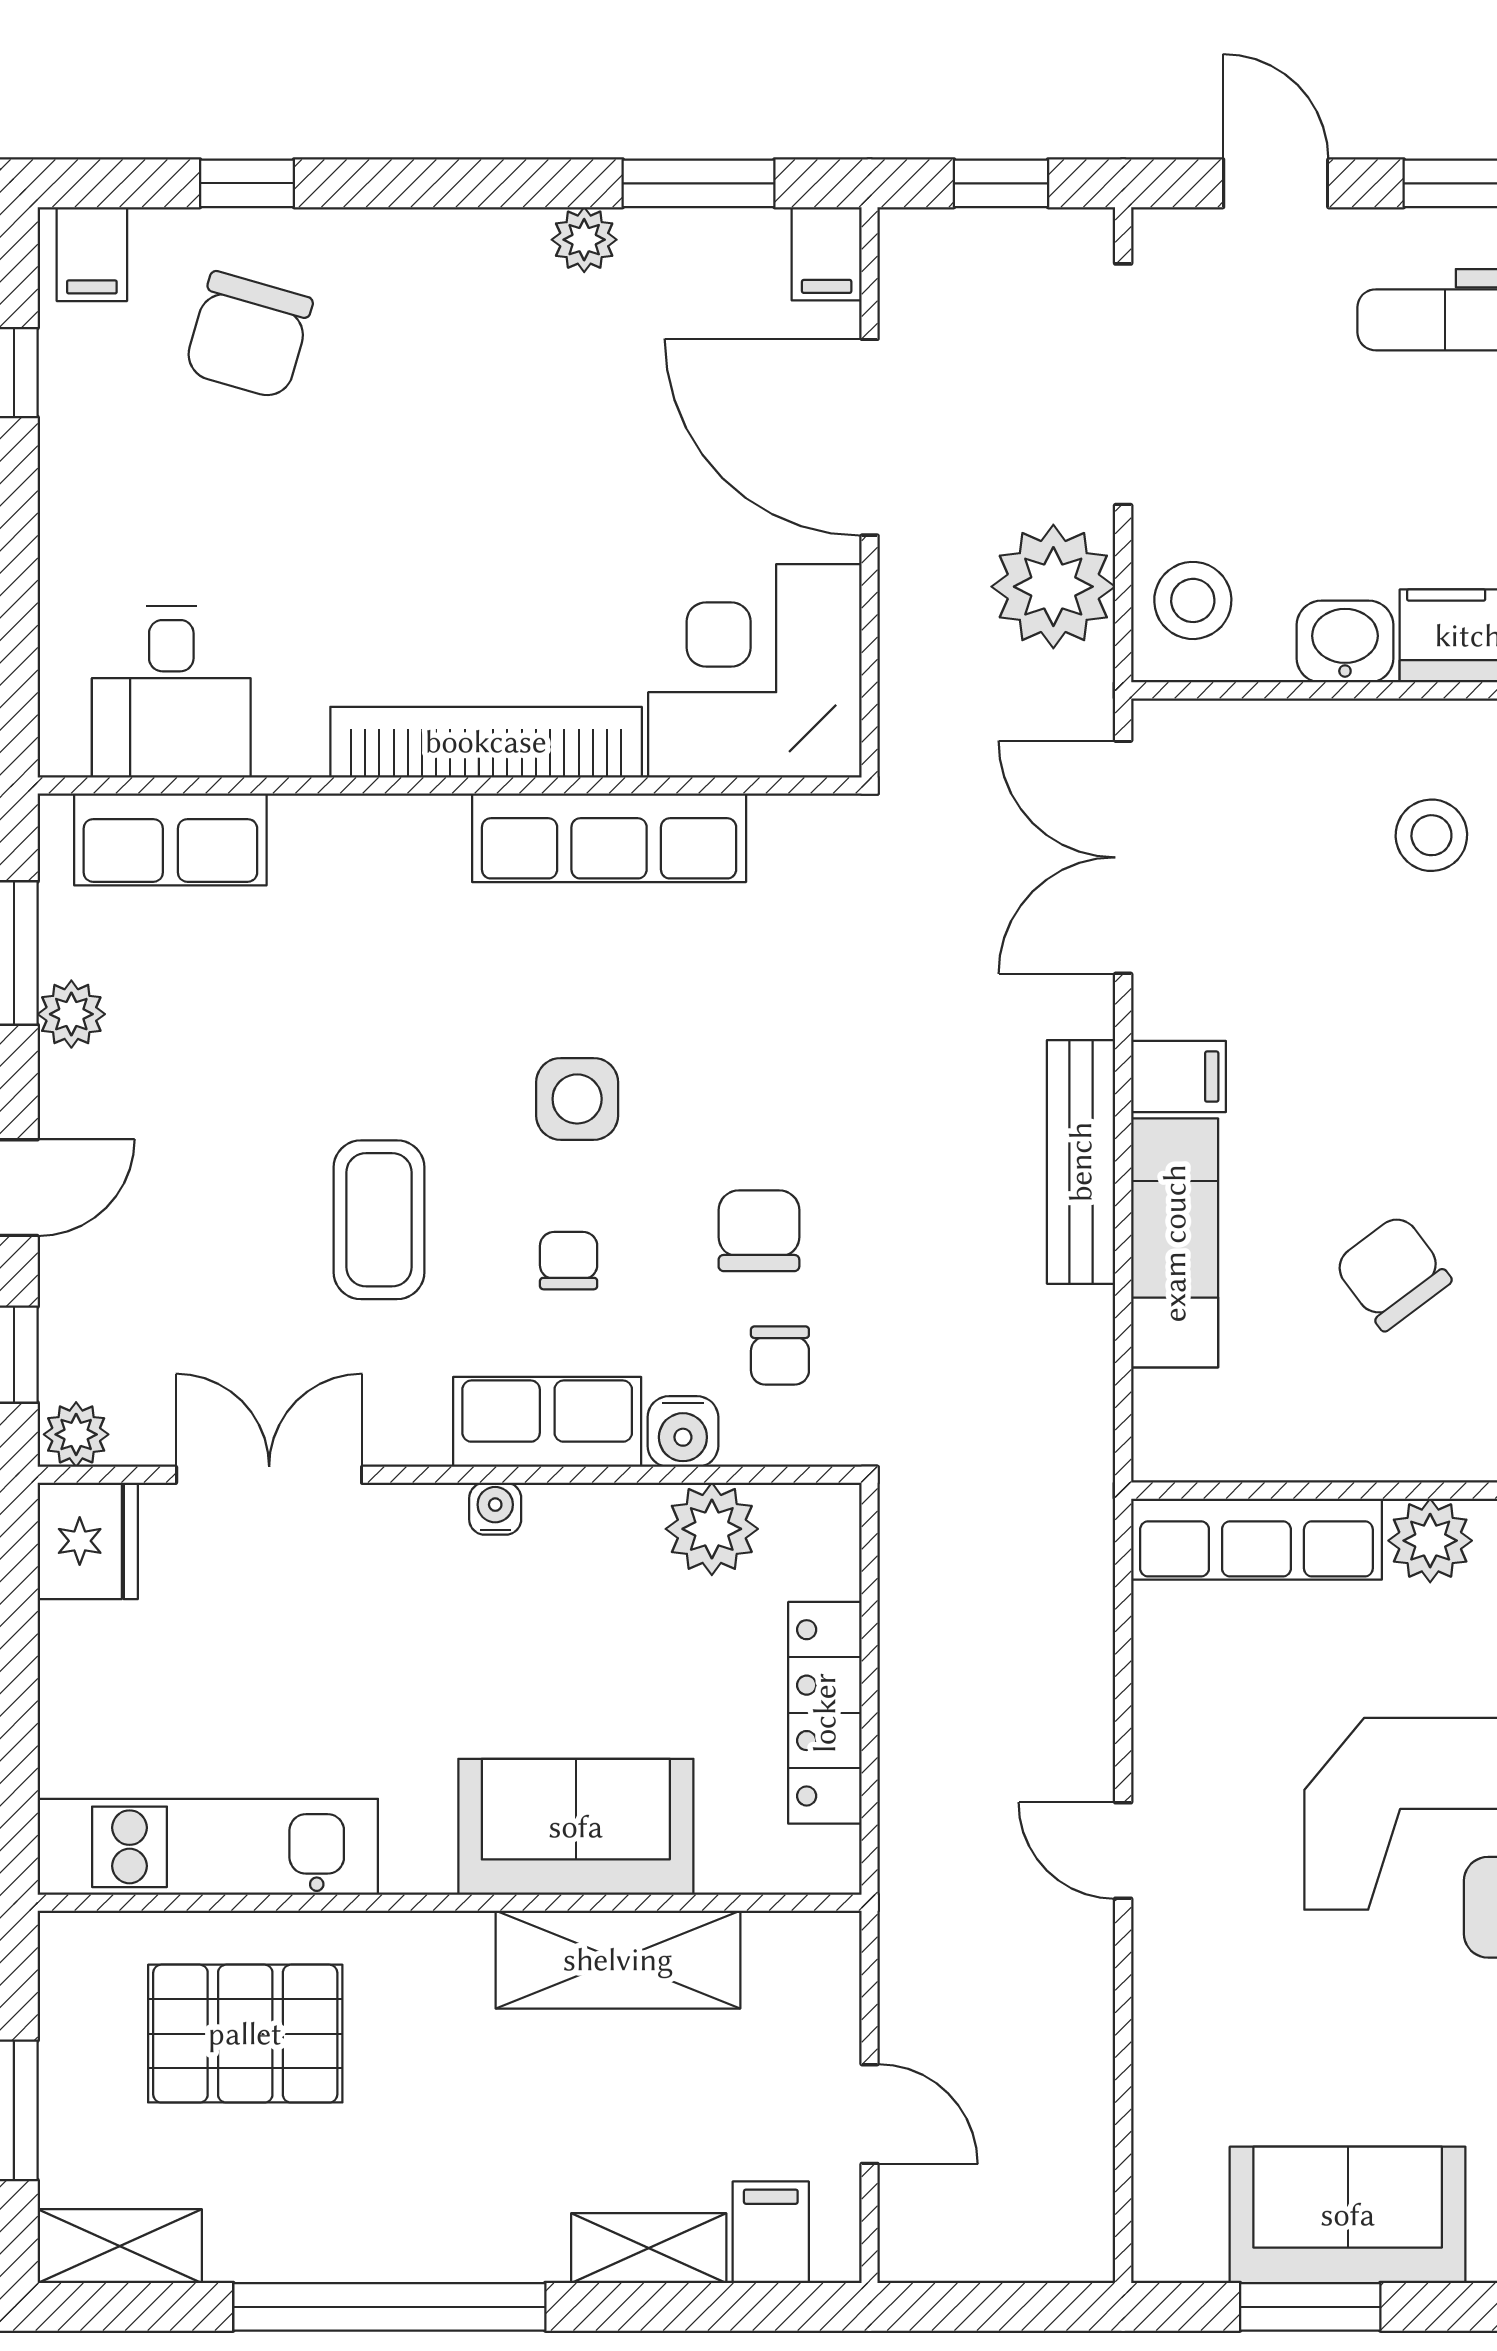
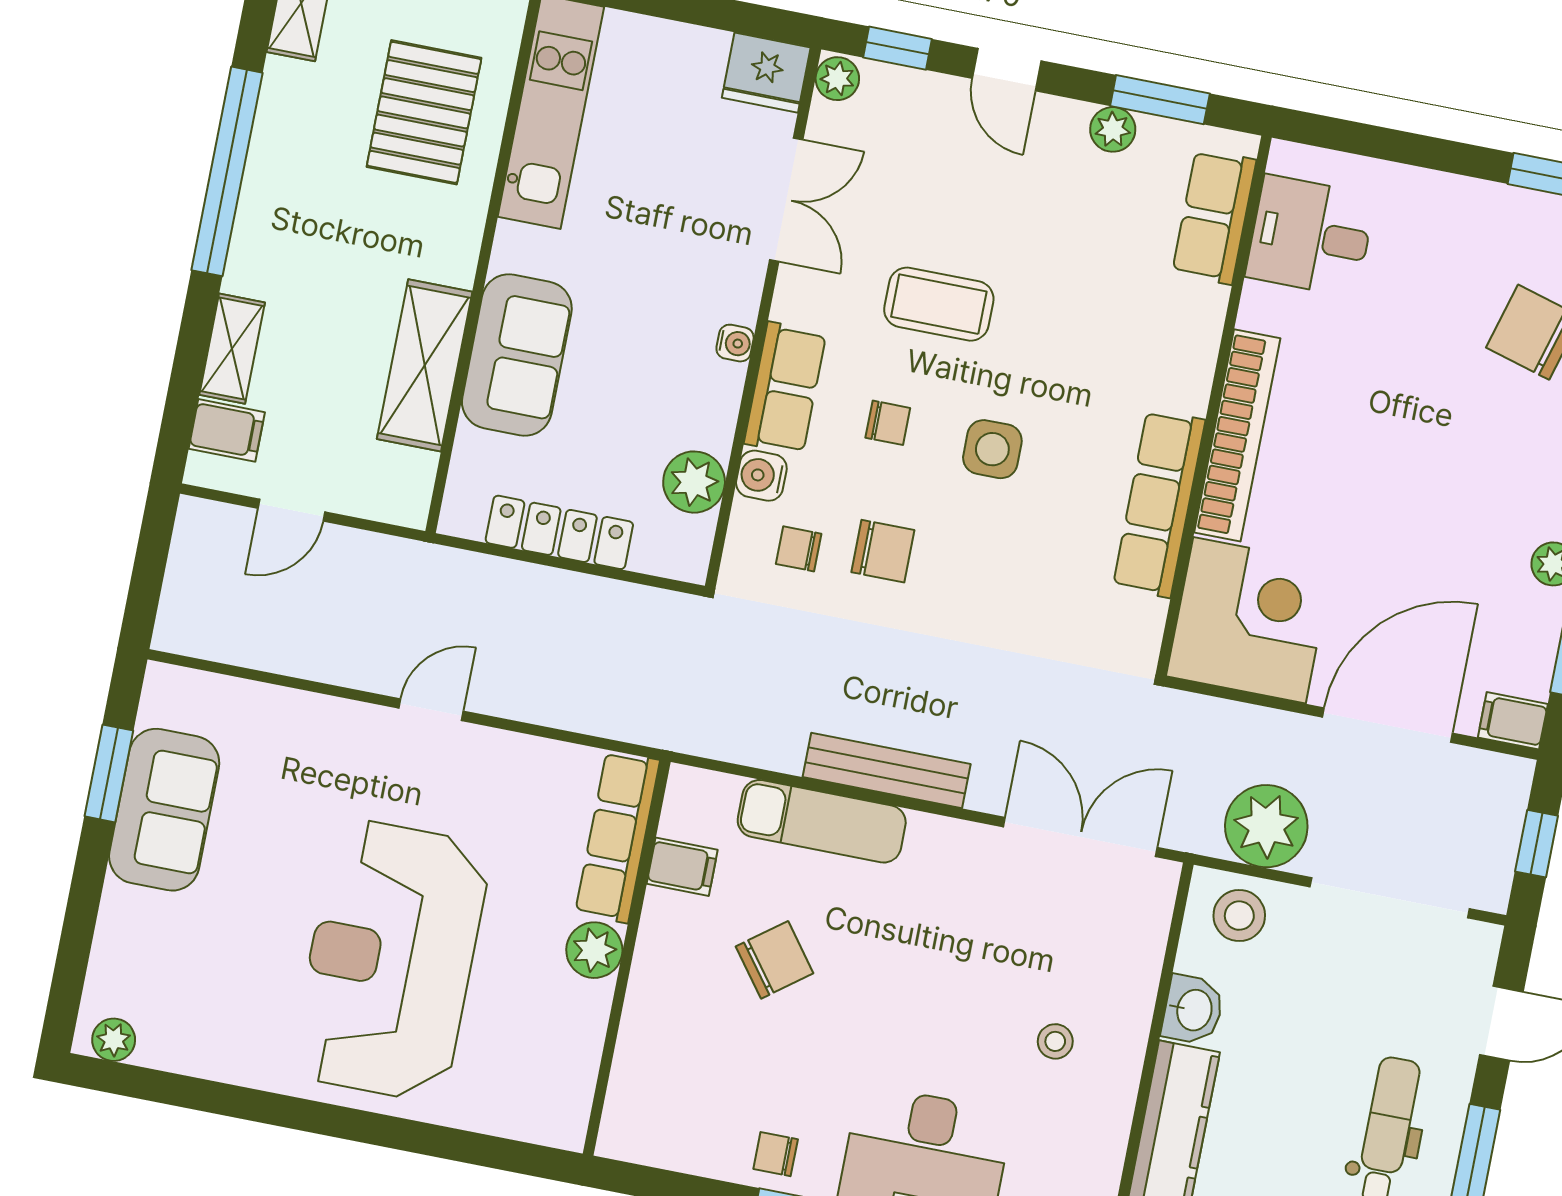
stool: (1431, 835) -> (1055, 1041), width x0.73, depth x0.73
filing cabinet: (1178, 1077) -> (682, 867), moved, turned -90

